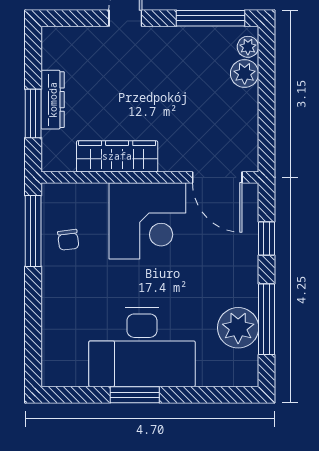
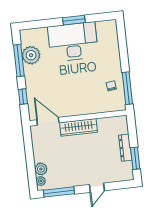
window: (33, 114) -> (135, 158), moved
wardrobe: (117, 156) -> (79, 127), moved
corner desk: (147, 221) -> (77, 98), removed

